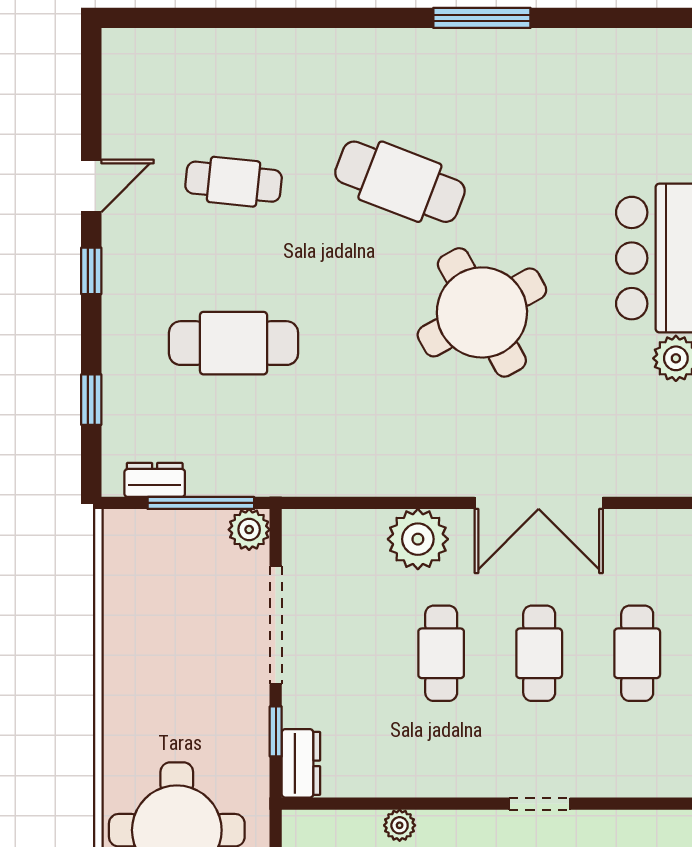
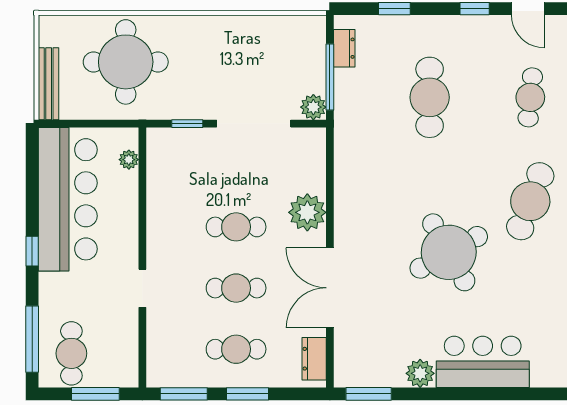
dresser: (301, 763) -> (314, 359), moved, turned 90
plant: (400, 825) -> (129, 160), moved

